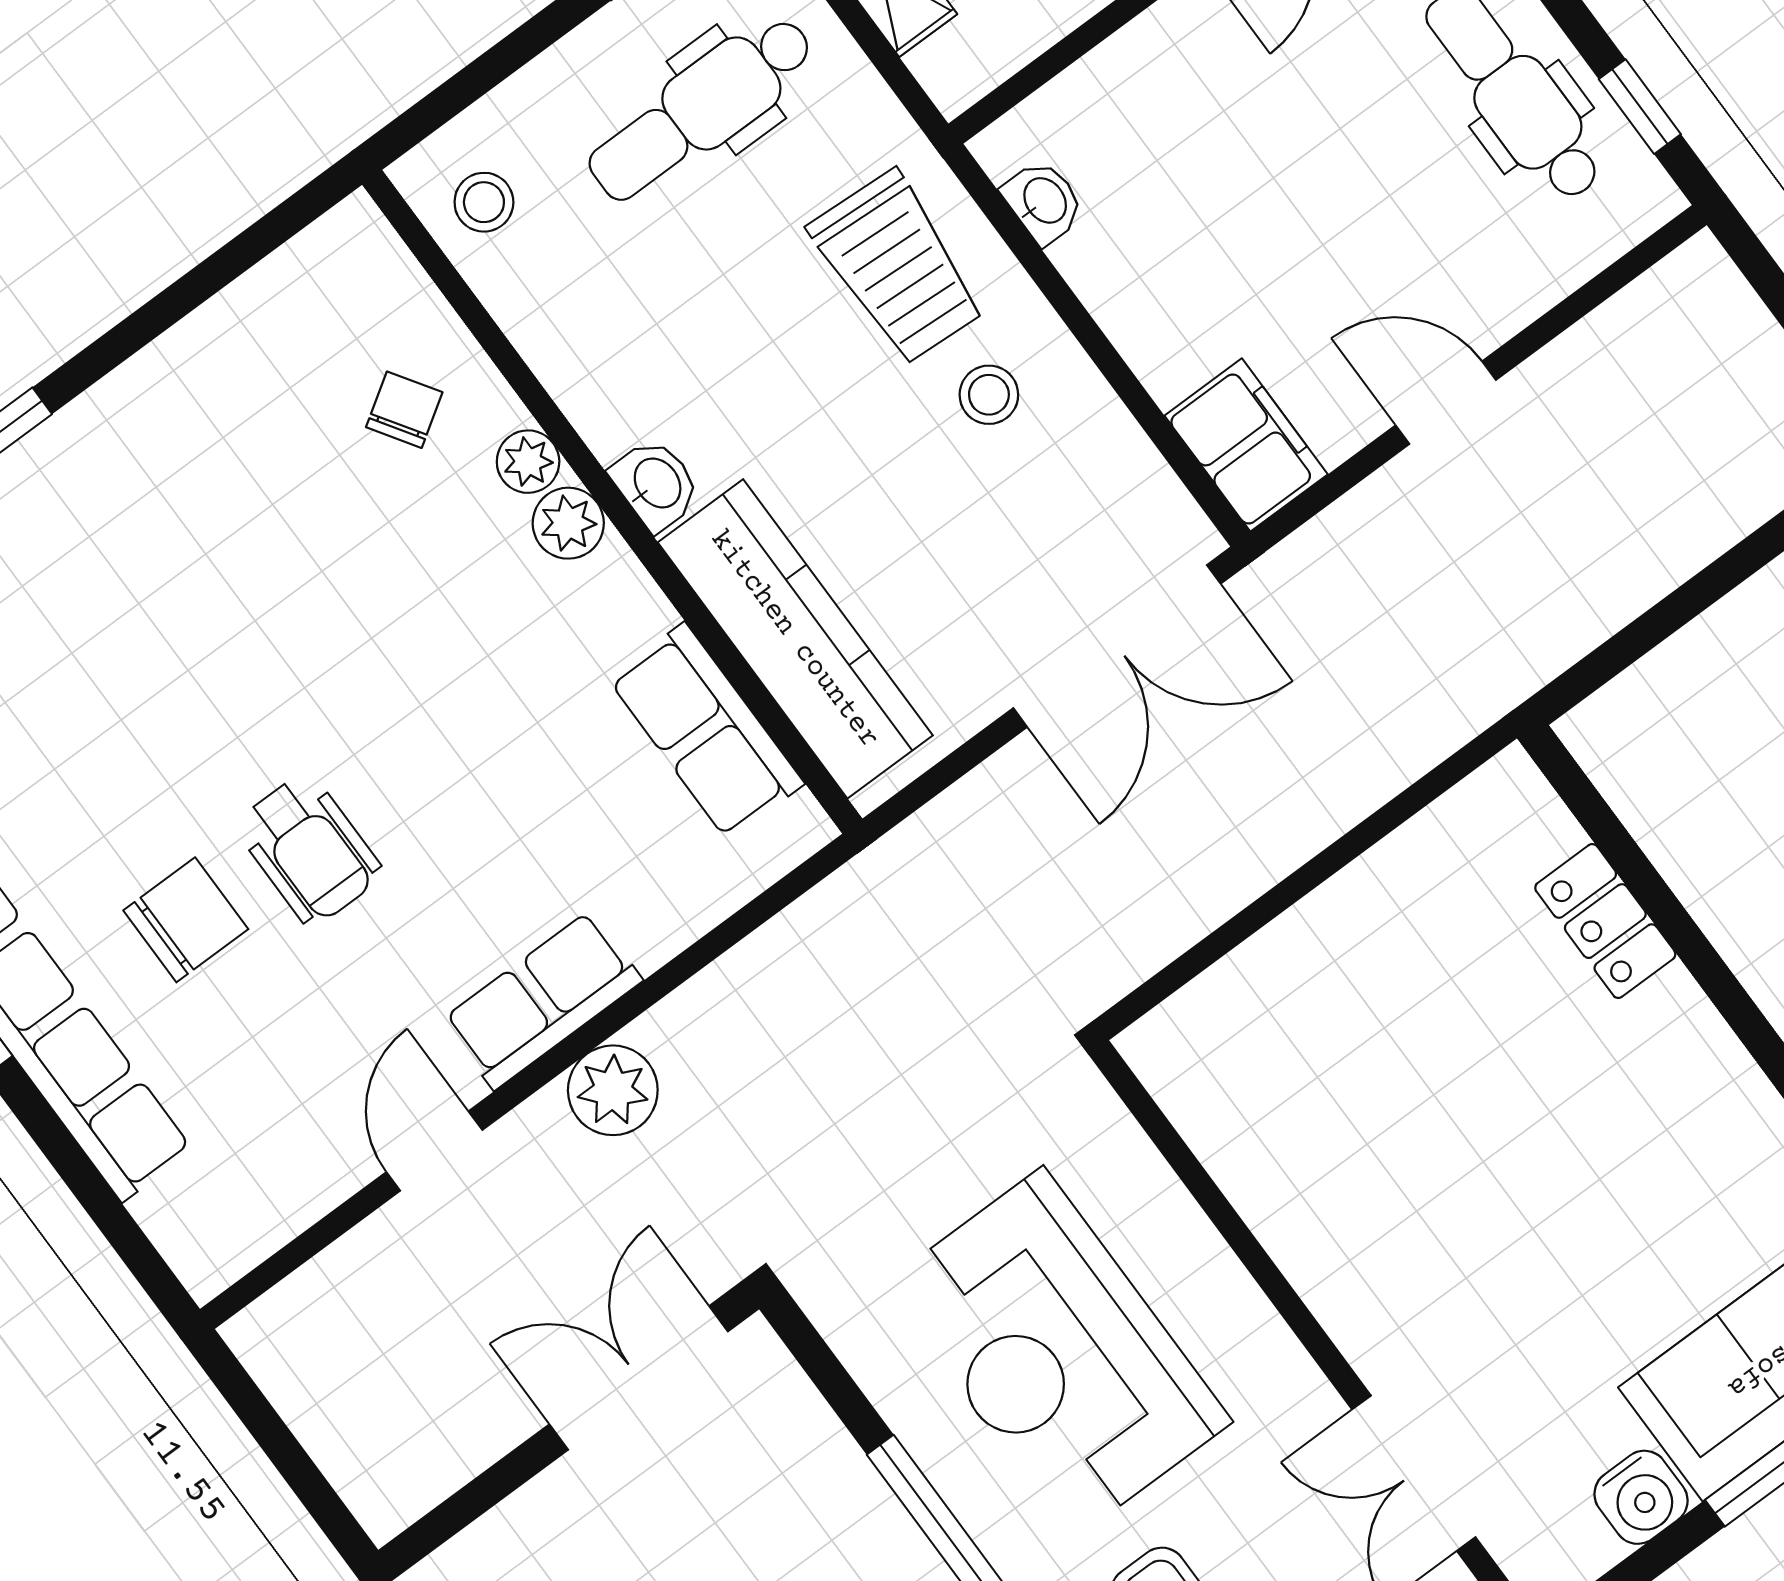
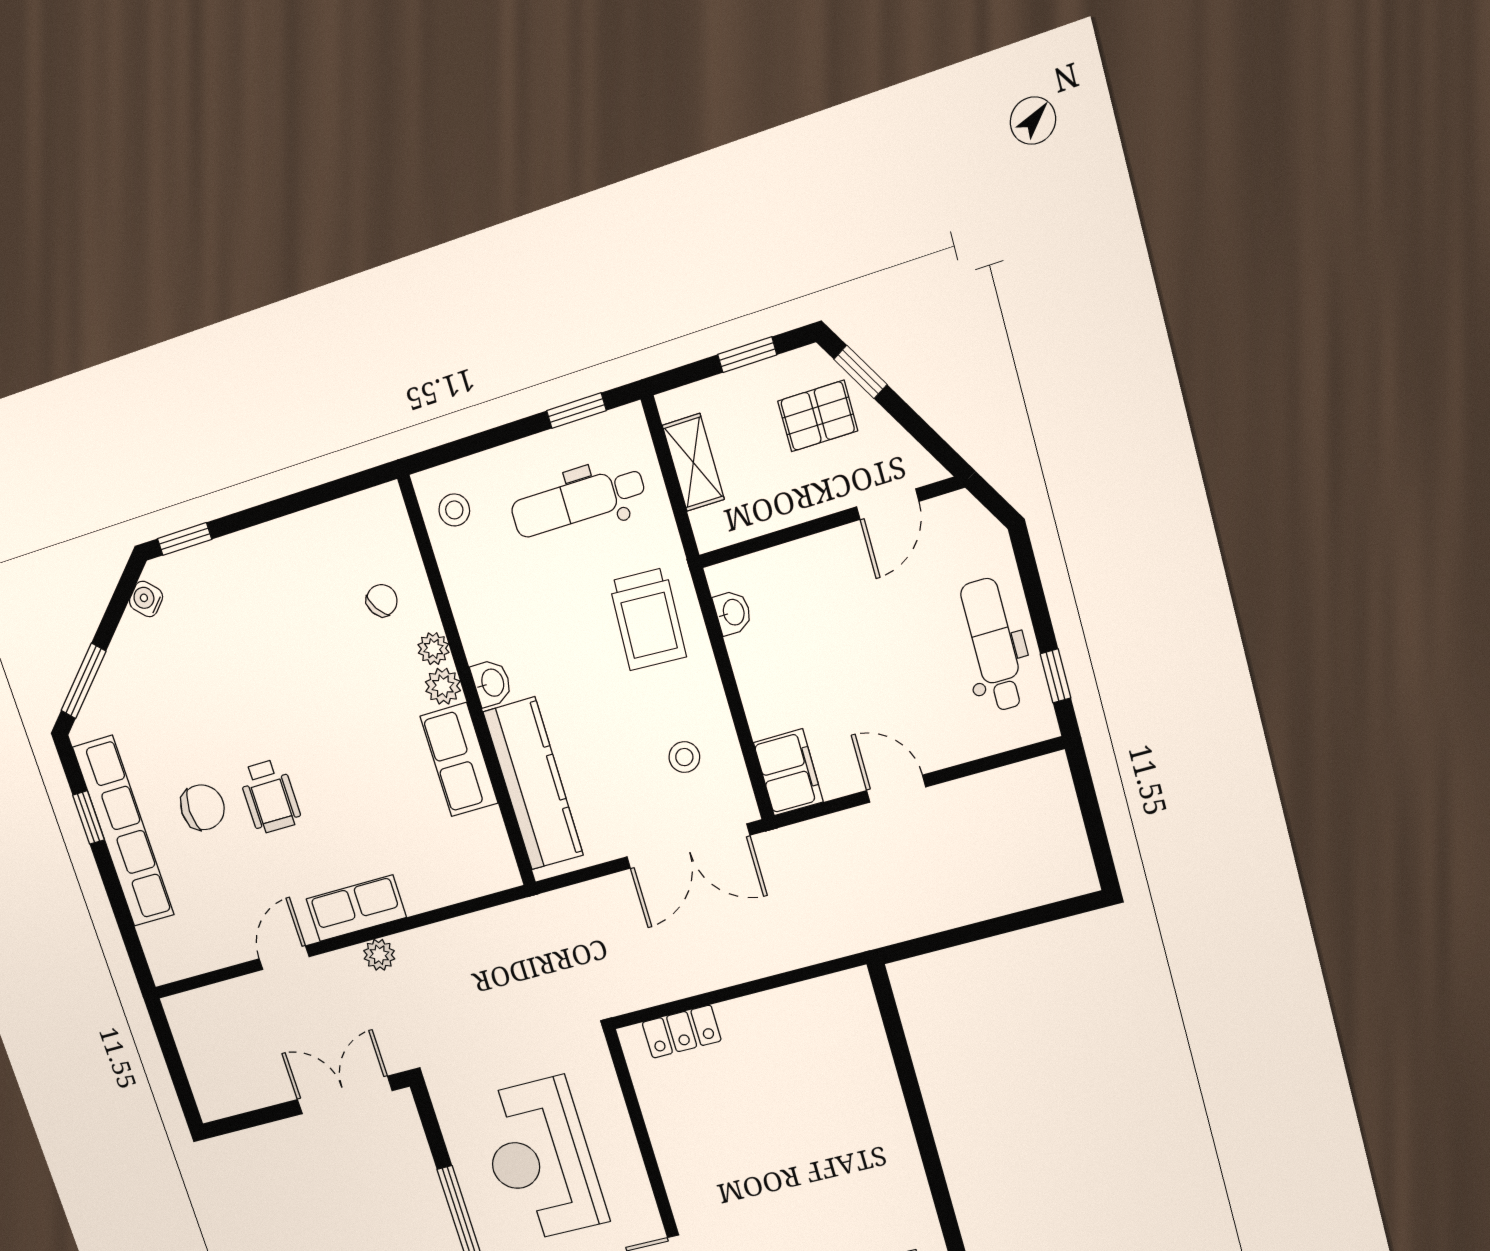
stool: (989, 395) -> (684, 757), moved
row of seats: (706, 731) -> (459, 760), moved
locker: (1605, 921) -> (682, 1032), moved, turned -90
plant: (613, 1090) -> (379, 955), width x0.73, depth x0.73

